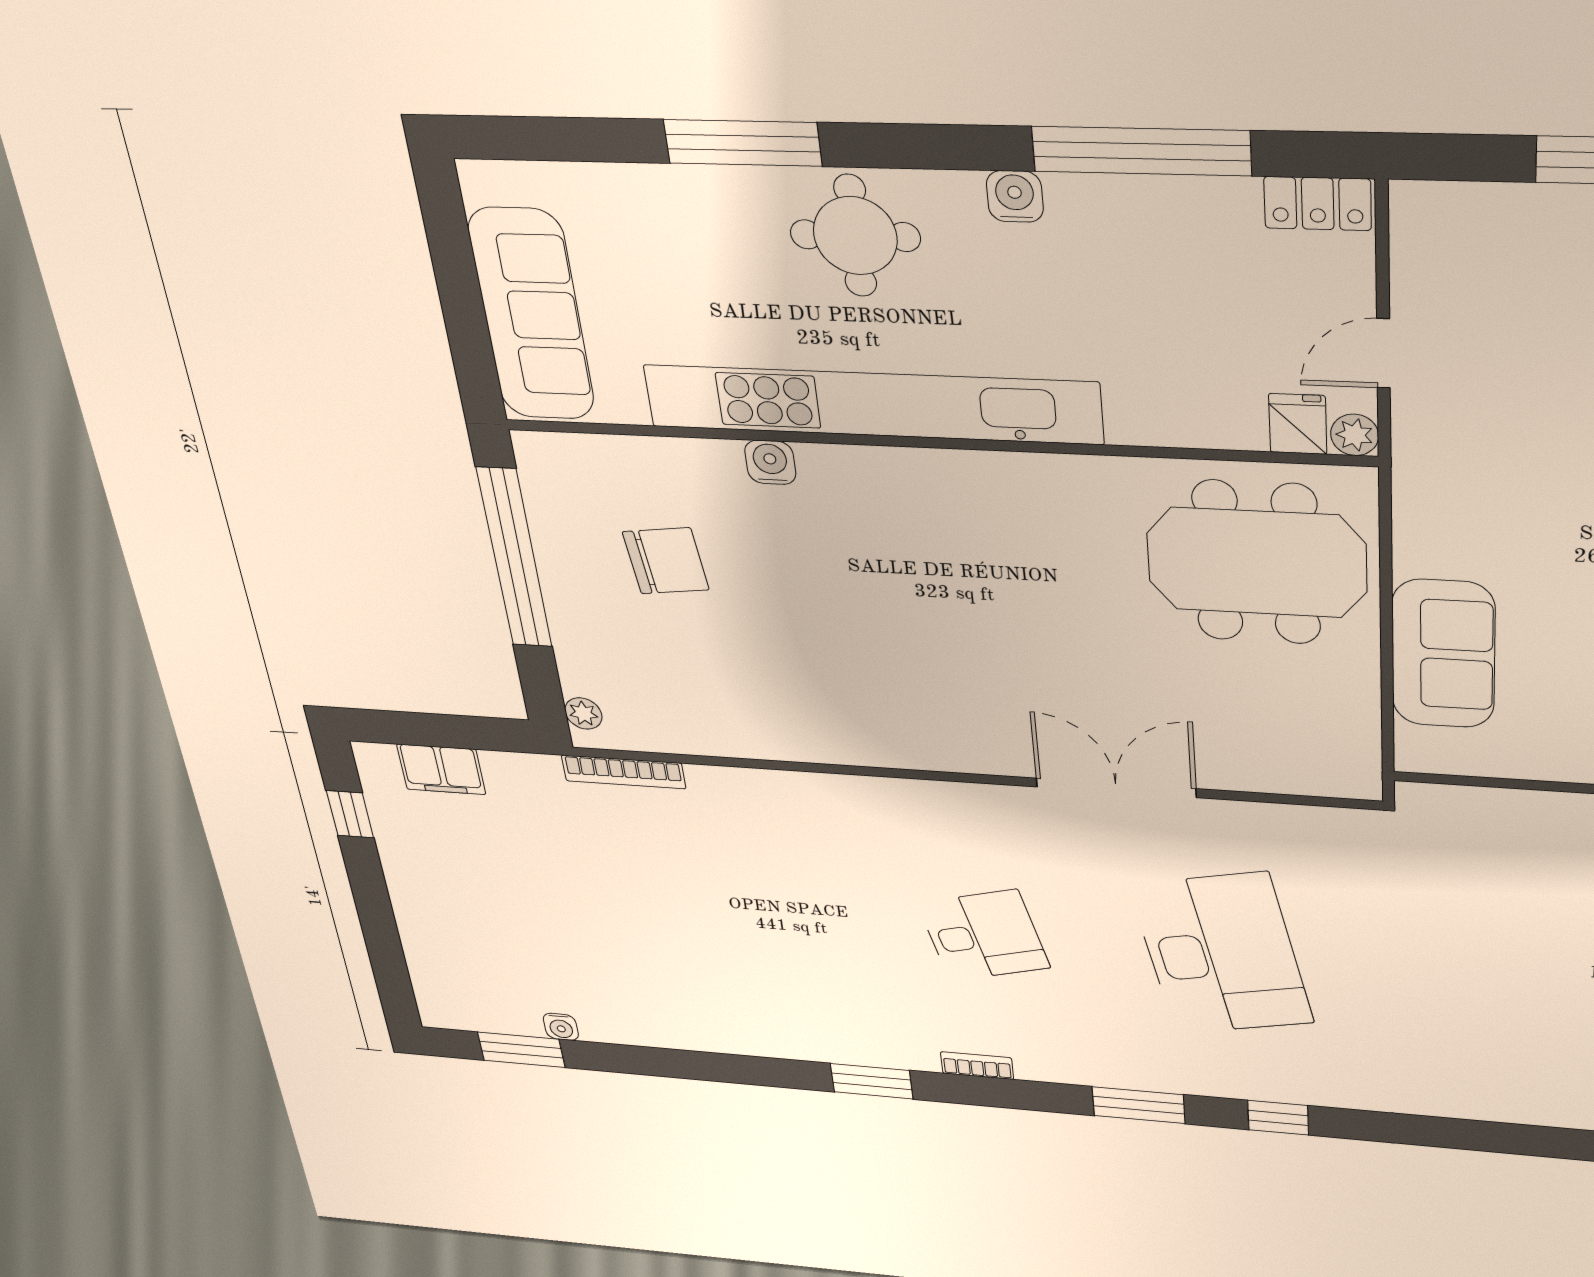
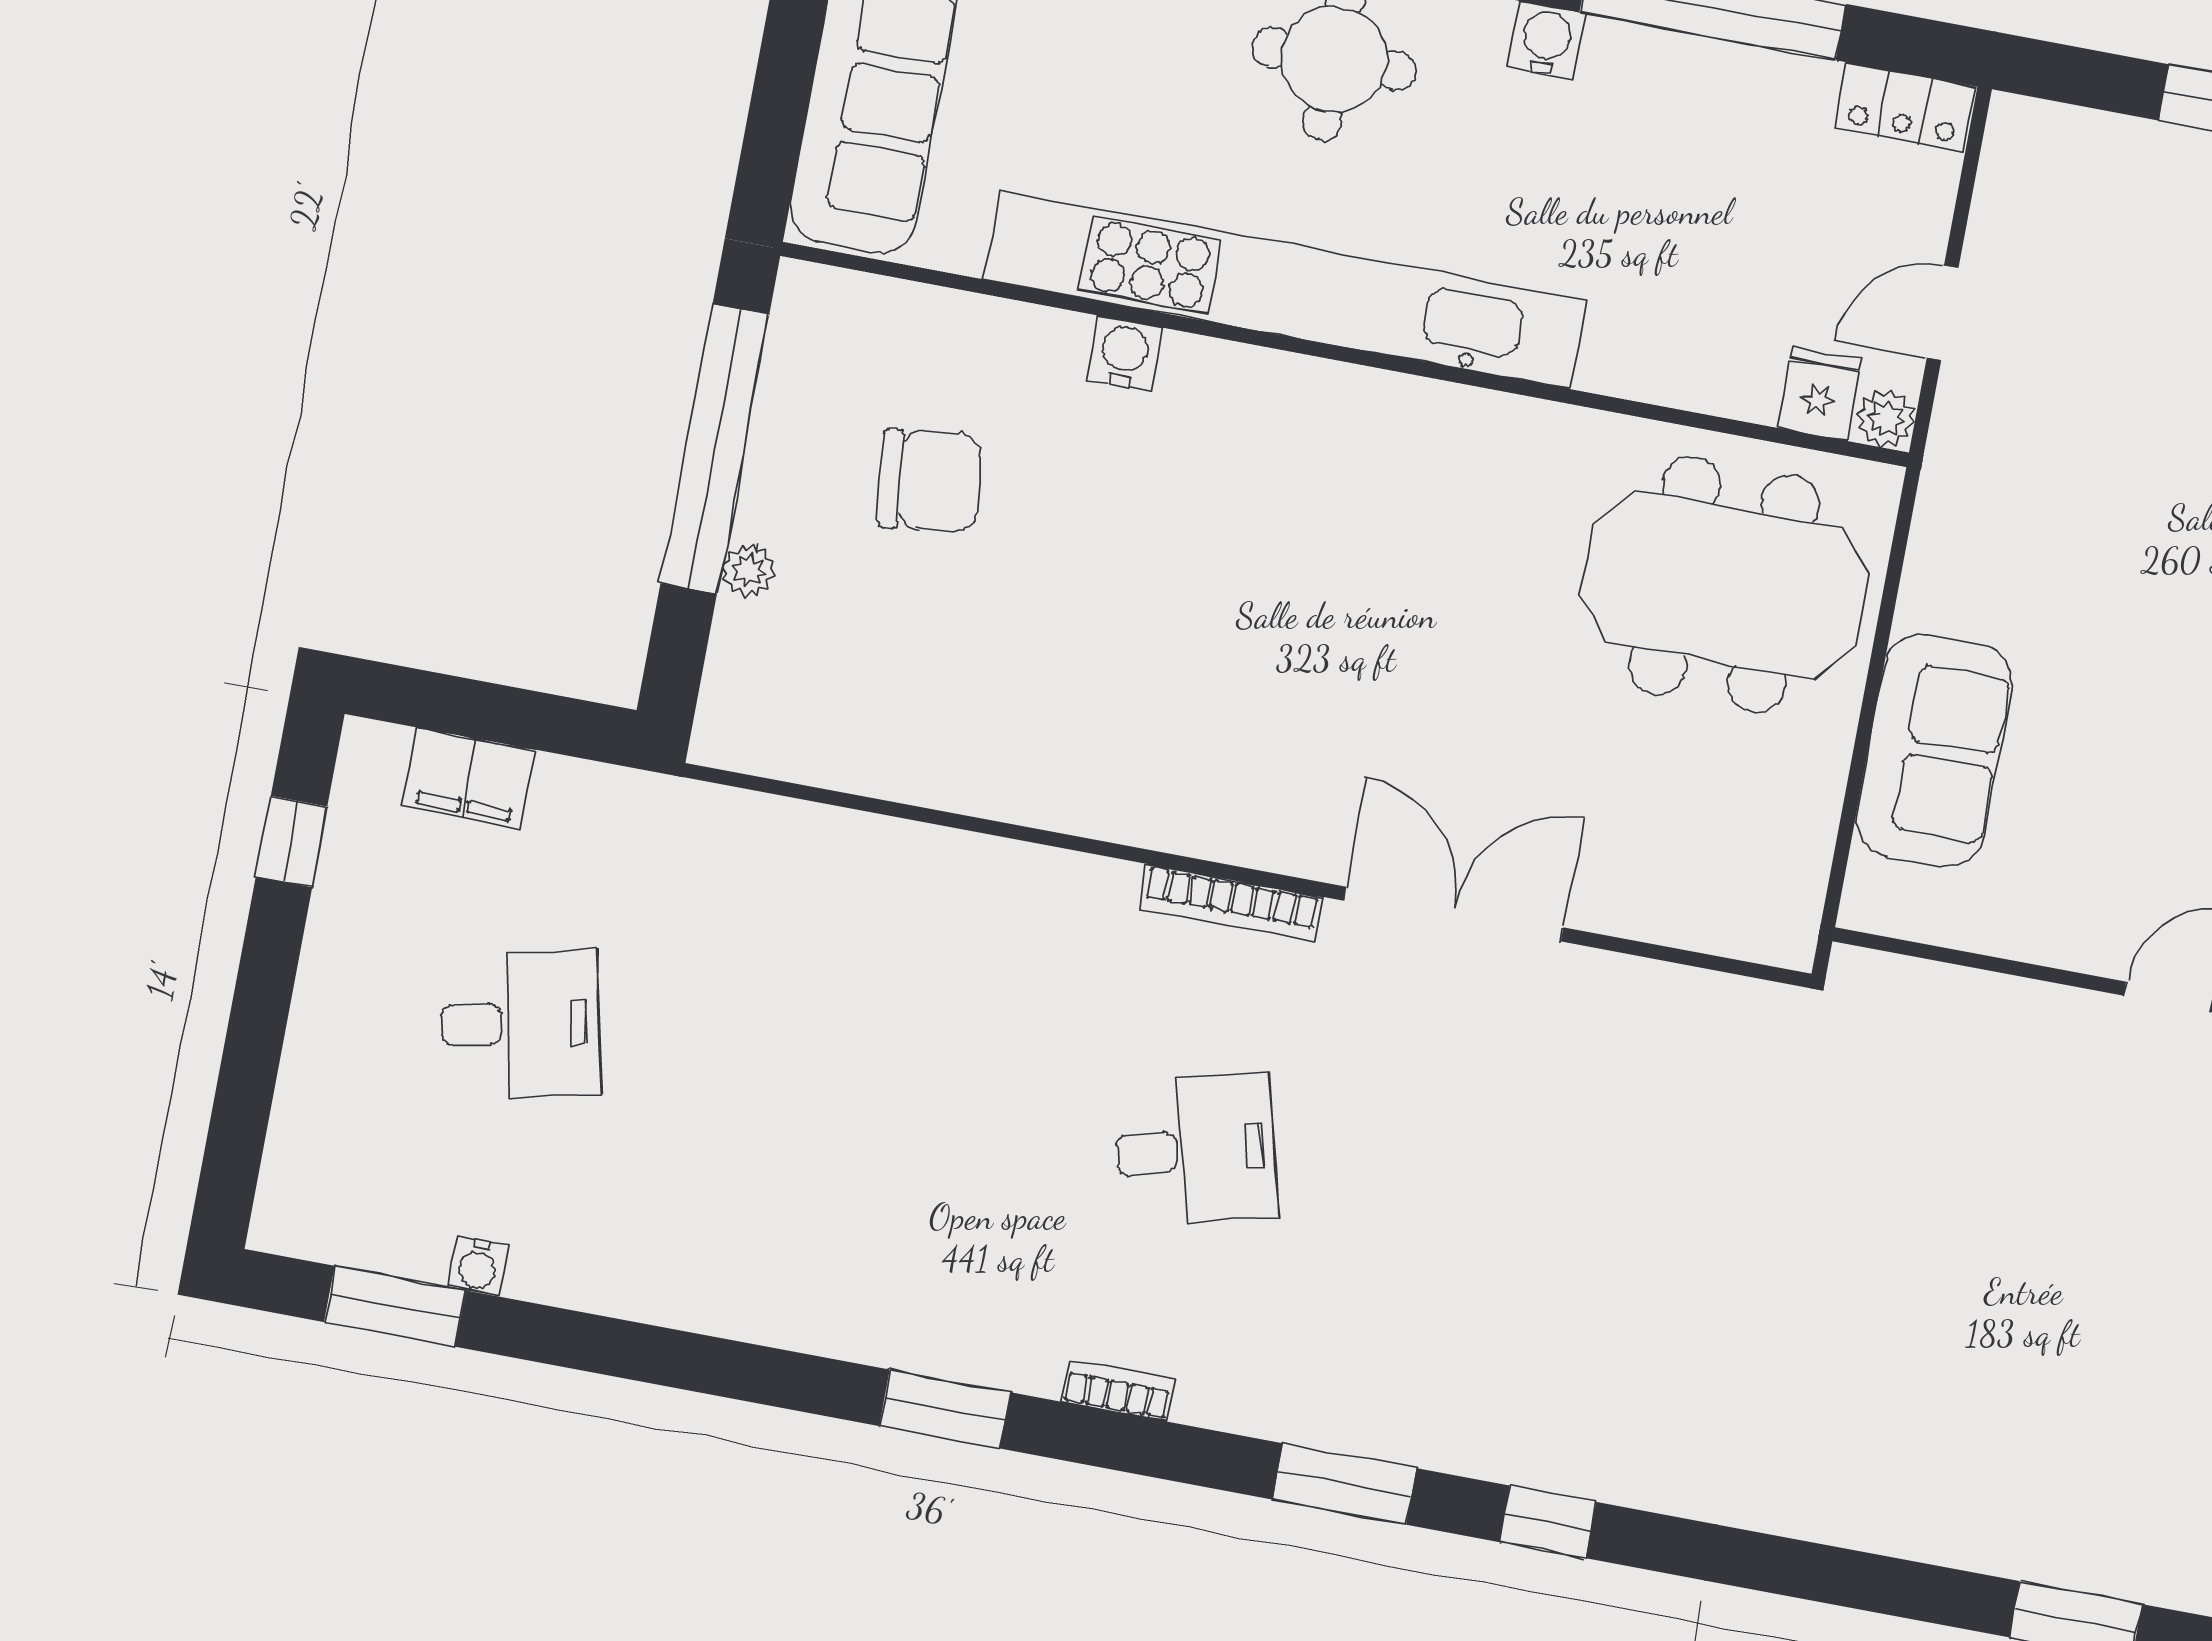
plant: (583, 713) -> (749, 570), moved
bookcase: (624, 772) -> (1231, 903), moved
desk: (1221, 954) -> (520, 1024), moved, width x0.53, depth x0.77

